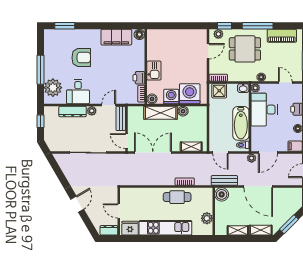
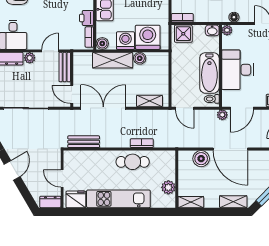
desk: (264, 110) -> (237, 70), moved
bench: (224, 180) -> (84, 142), moved
boiler: (222, 194) -> (201, 159), moved
shelving: (238, 230) -> (191, 202), moved

